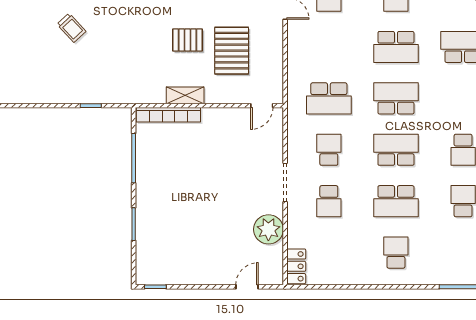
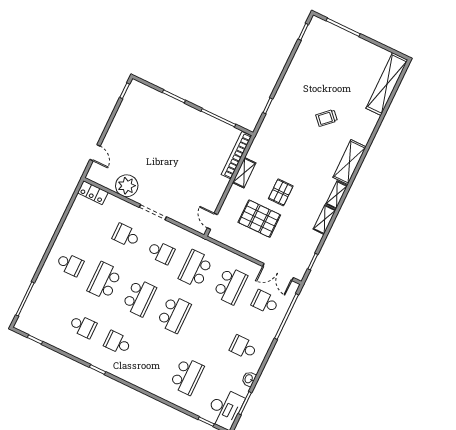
school desk: (396, 47) -> (230, 285), moved, turned 180

